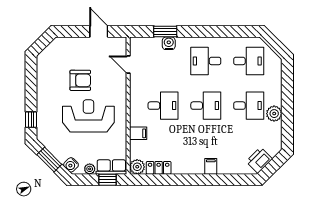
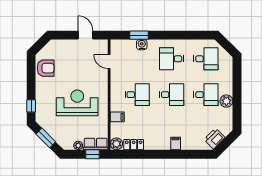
armchair: (80, 80) -> (46, 68), moved
water cooler: (71, 165) -> (63, 142), removed

